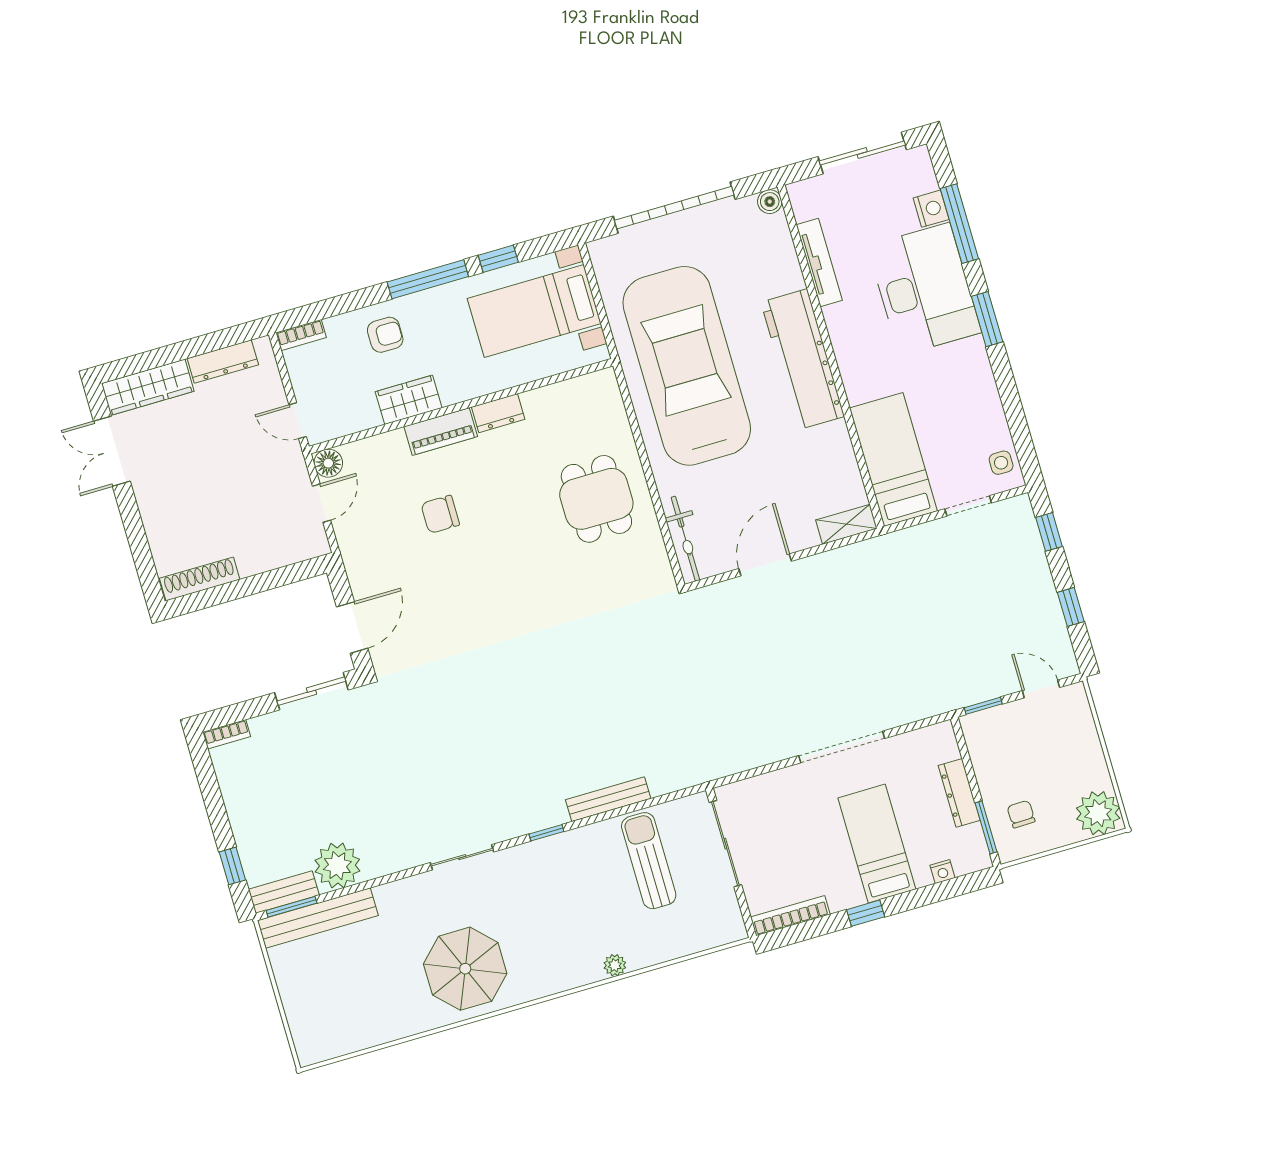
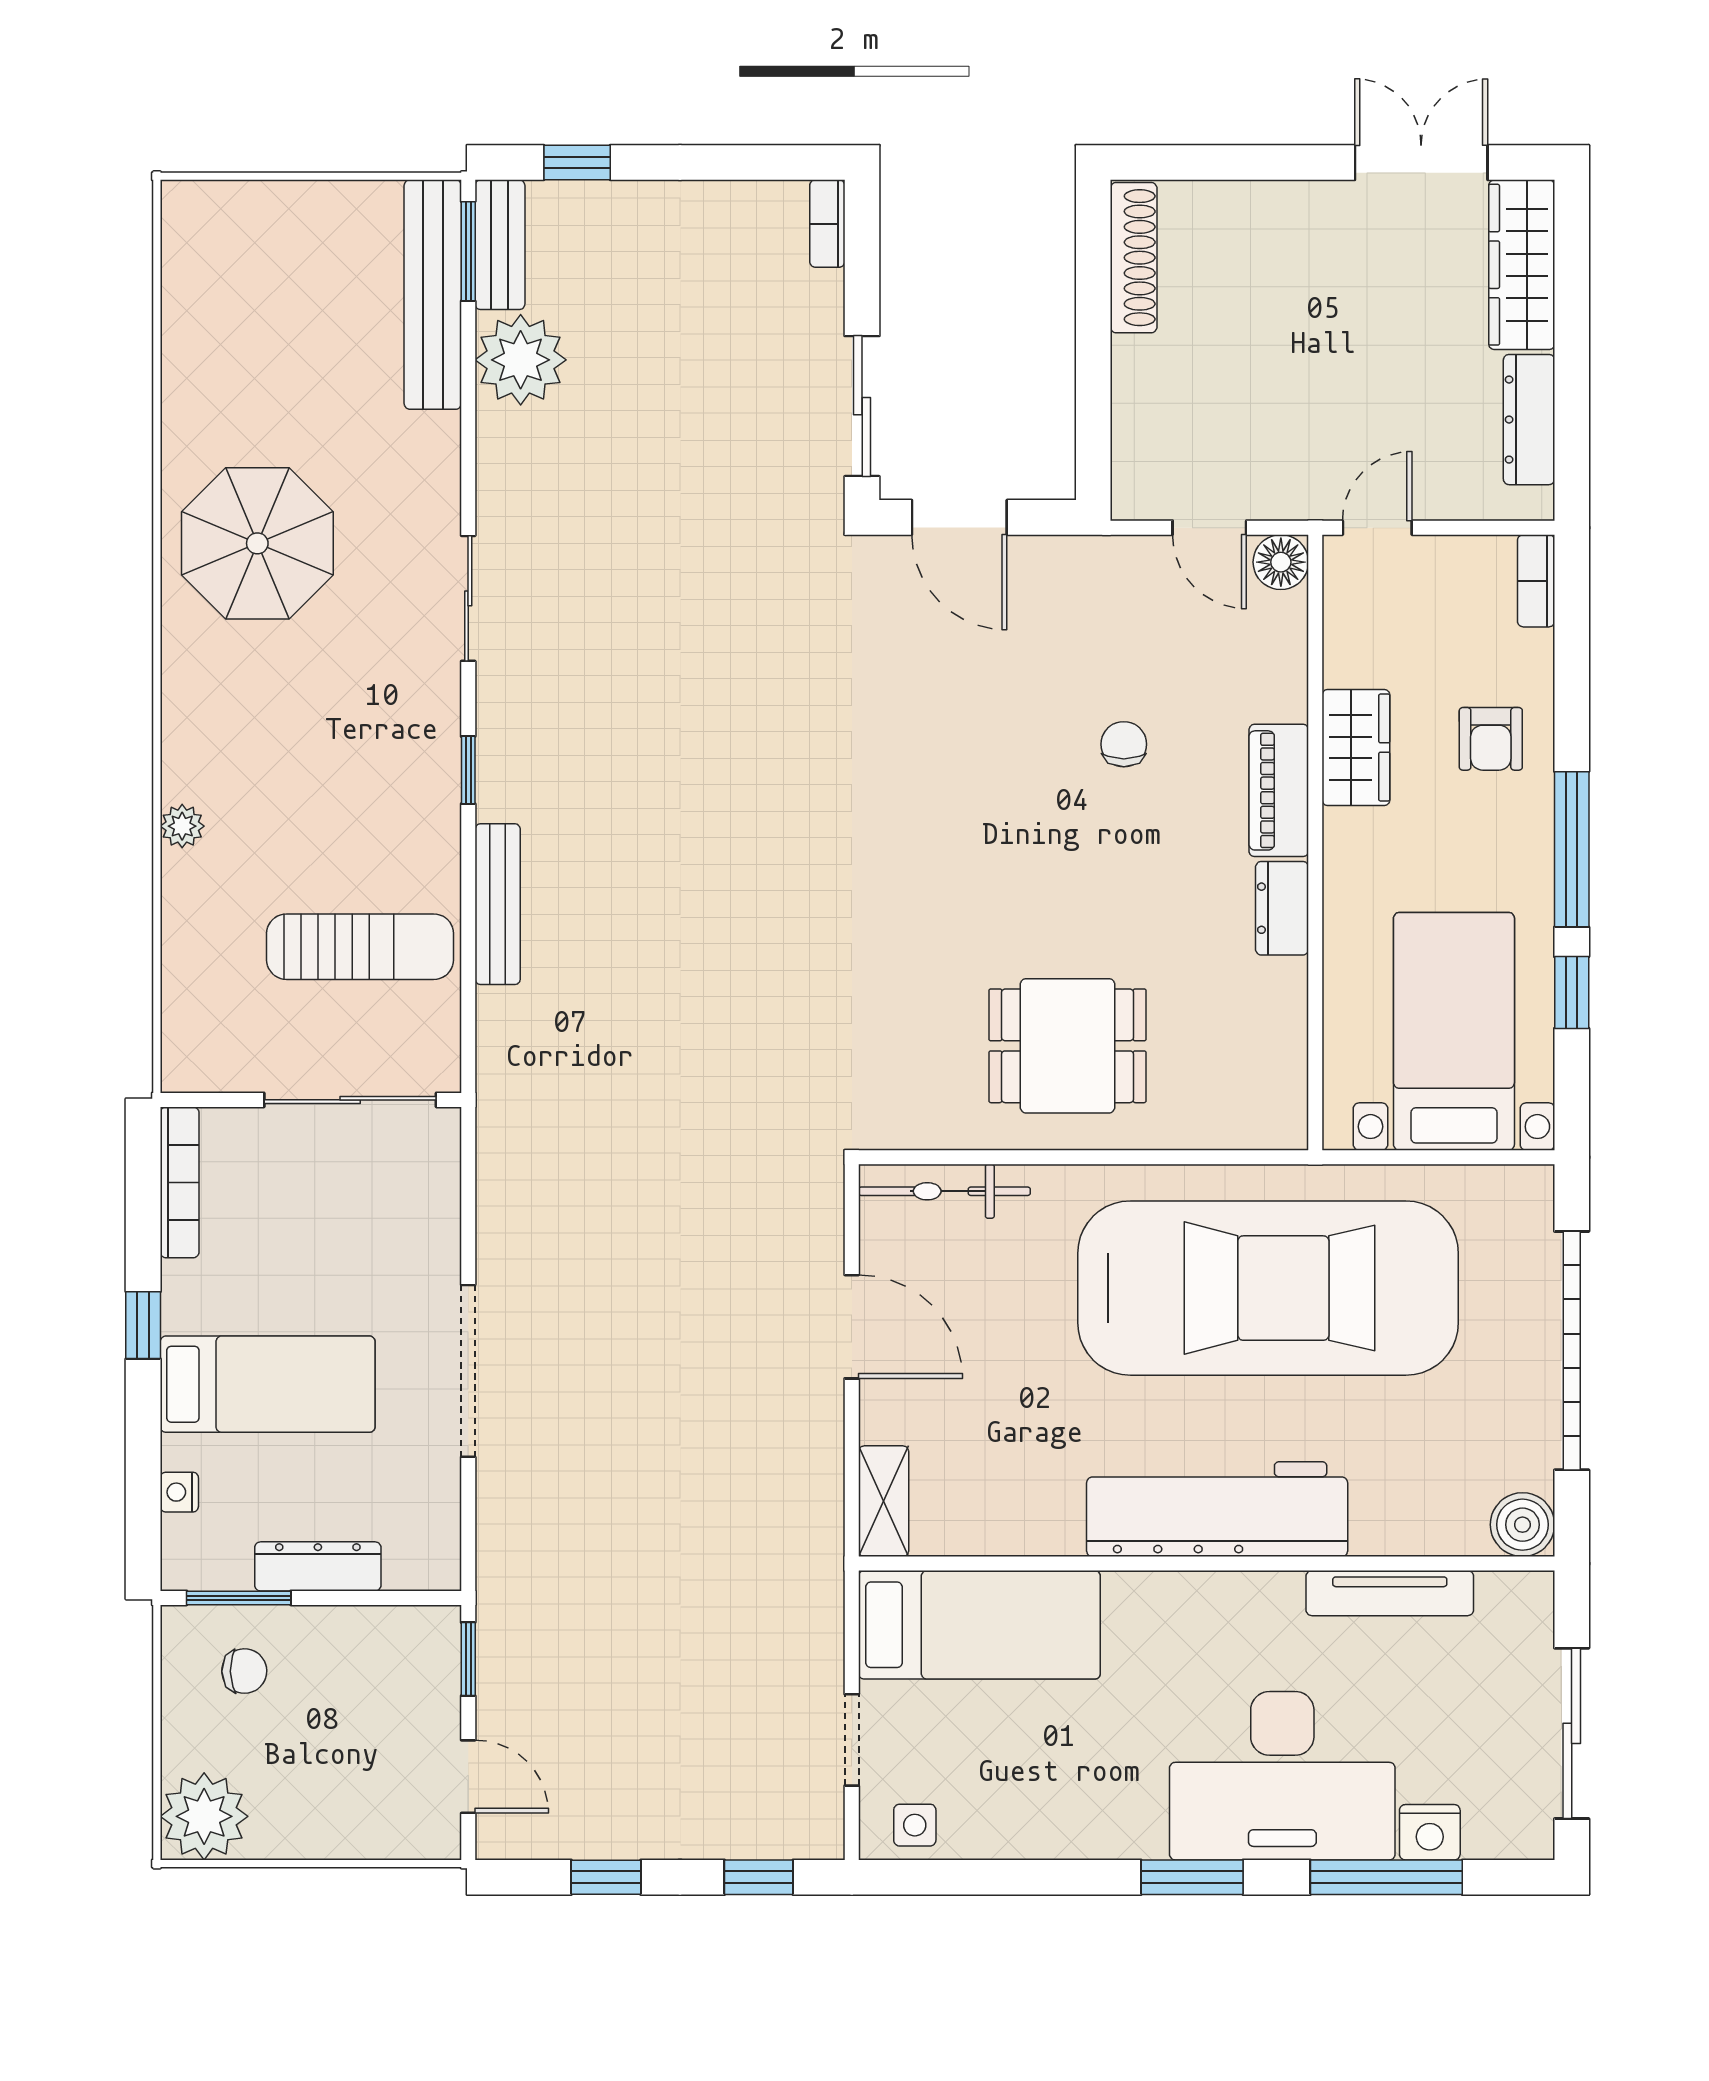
boiler: (770, 202) -> (1522, 1525), width x1.36, depth x1.36
chair: (440, 514) -> (1124, 744), width x0.73, depth x0.73
door: (1041, 689) -> (468, 1777), hinge flipped

